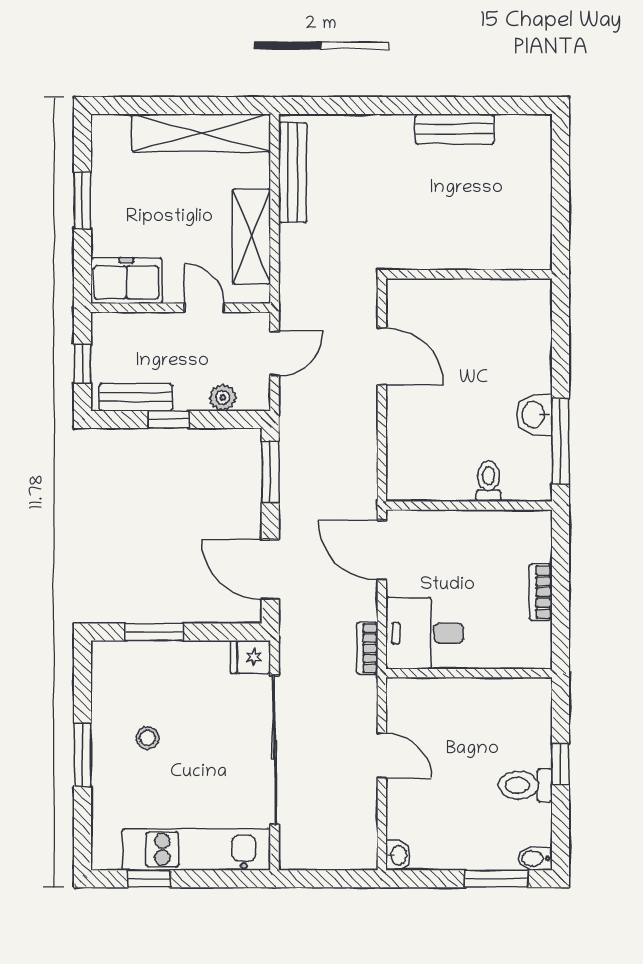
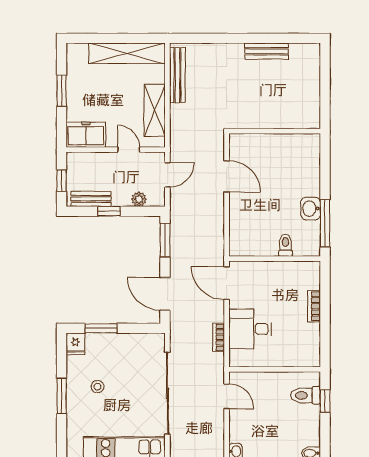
fridge: (251, 657) -> (75, 344), moved, turned -90
wall: (469, 673) -> (275, 369), moved
toilet: (525, 785) -> (305, 395), moved

